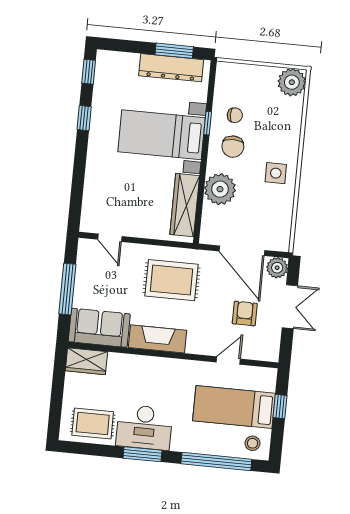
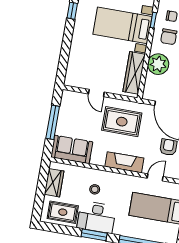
door: (110, 238) -> (96, 93), moved
fireplace: (158, 339) -> (124, 162), moved
wardrobe: (86, 361) -> (54, 183), moved, turned -90
stool: (253, 443) -> (95, 189), moved

